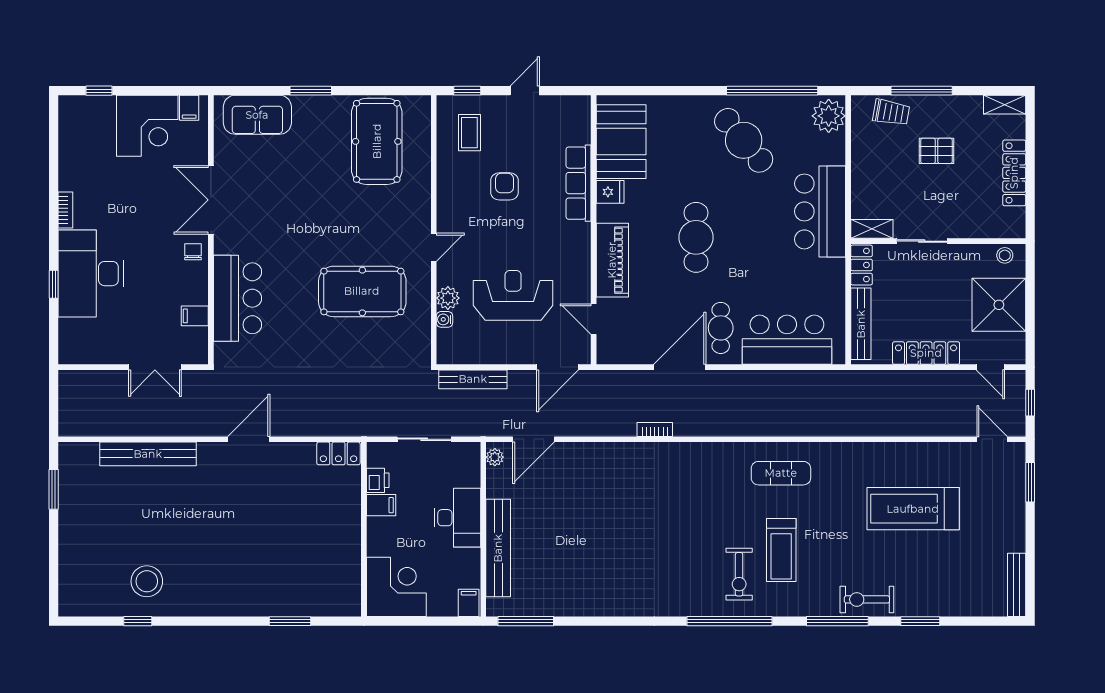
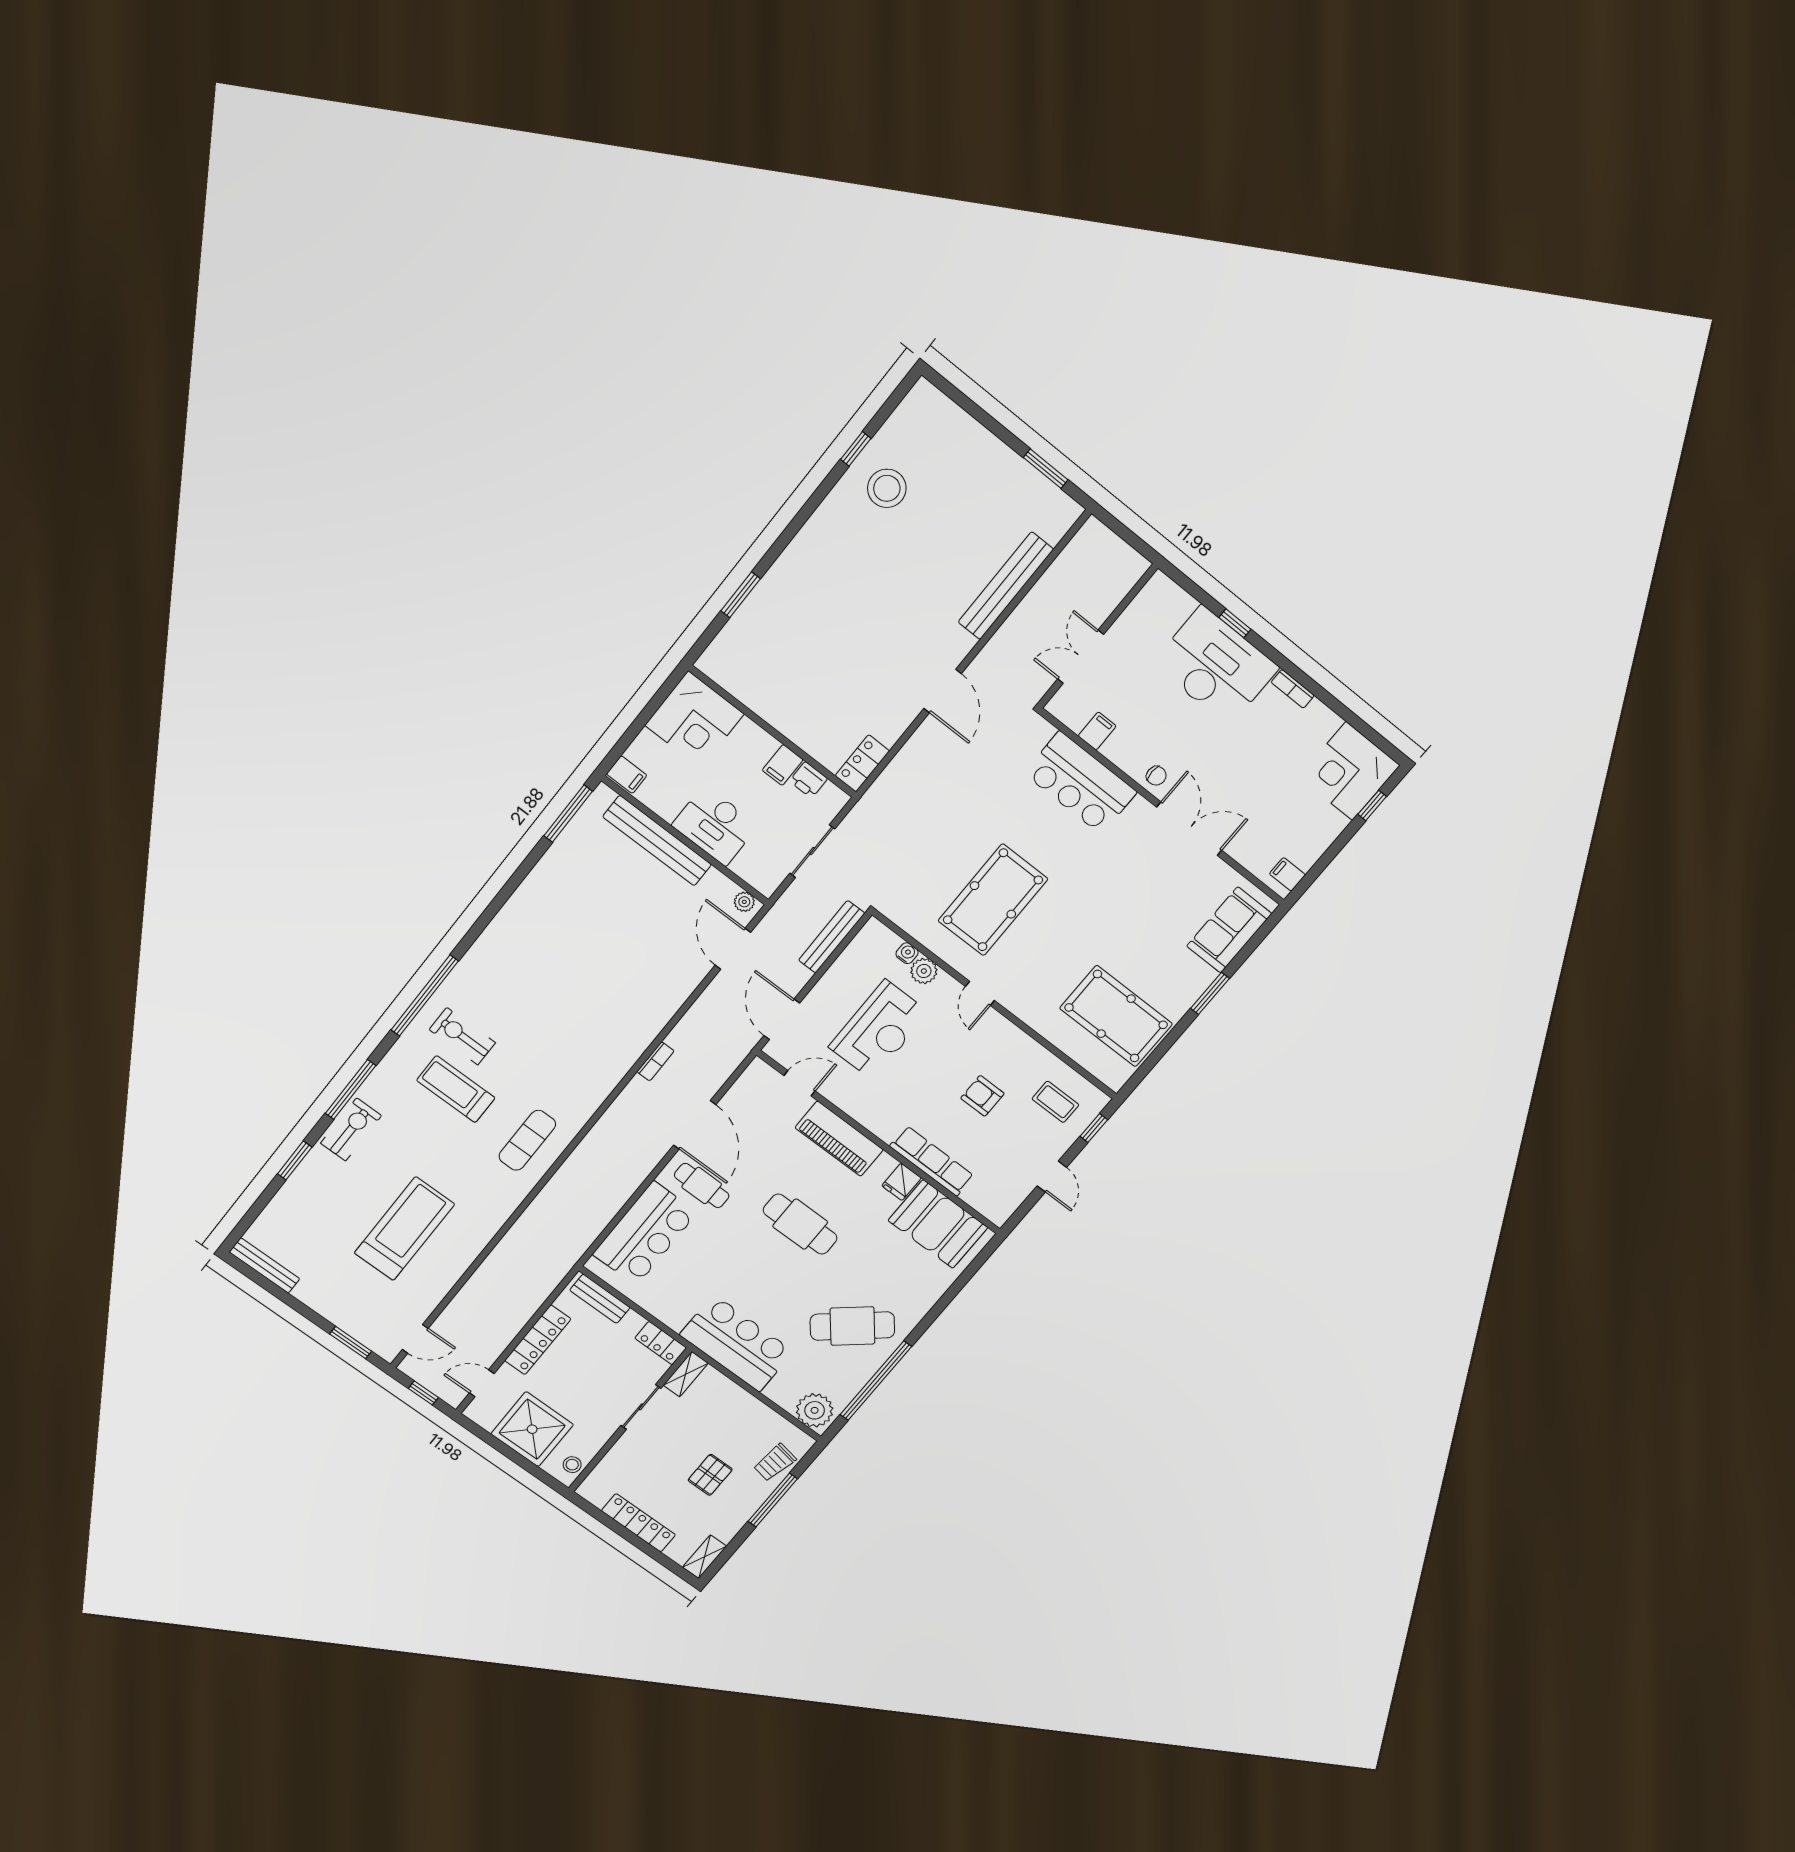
corner desk: (147, 126) -> (1349, 771), moved
armchair: (505, 186) -> (982, 1096), turned 180
bench: (861, 324) -> (600, 1299), width x0.73

